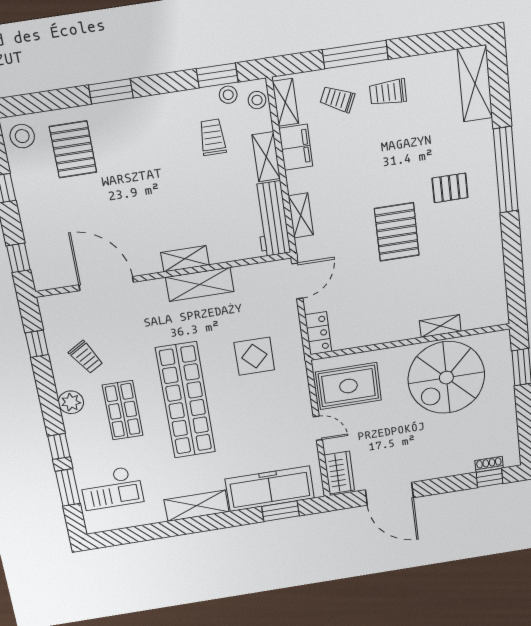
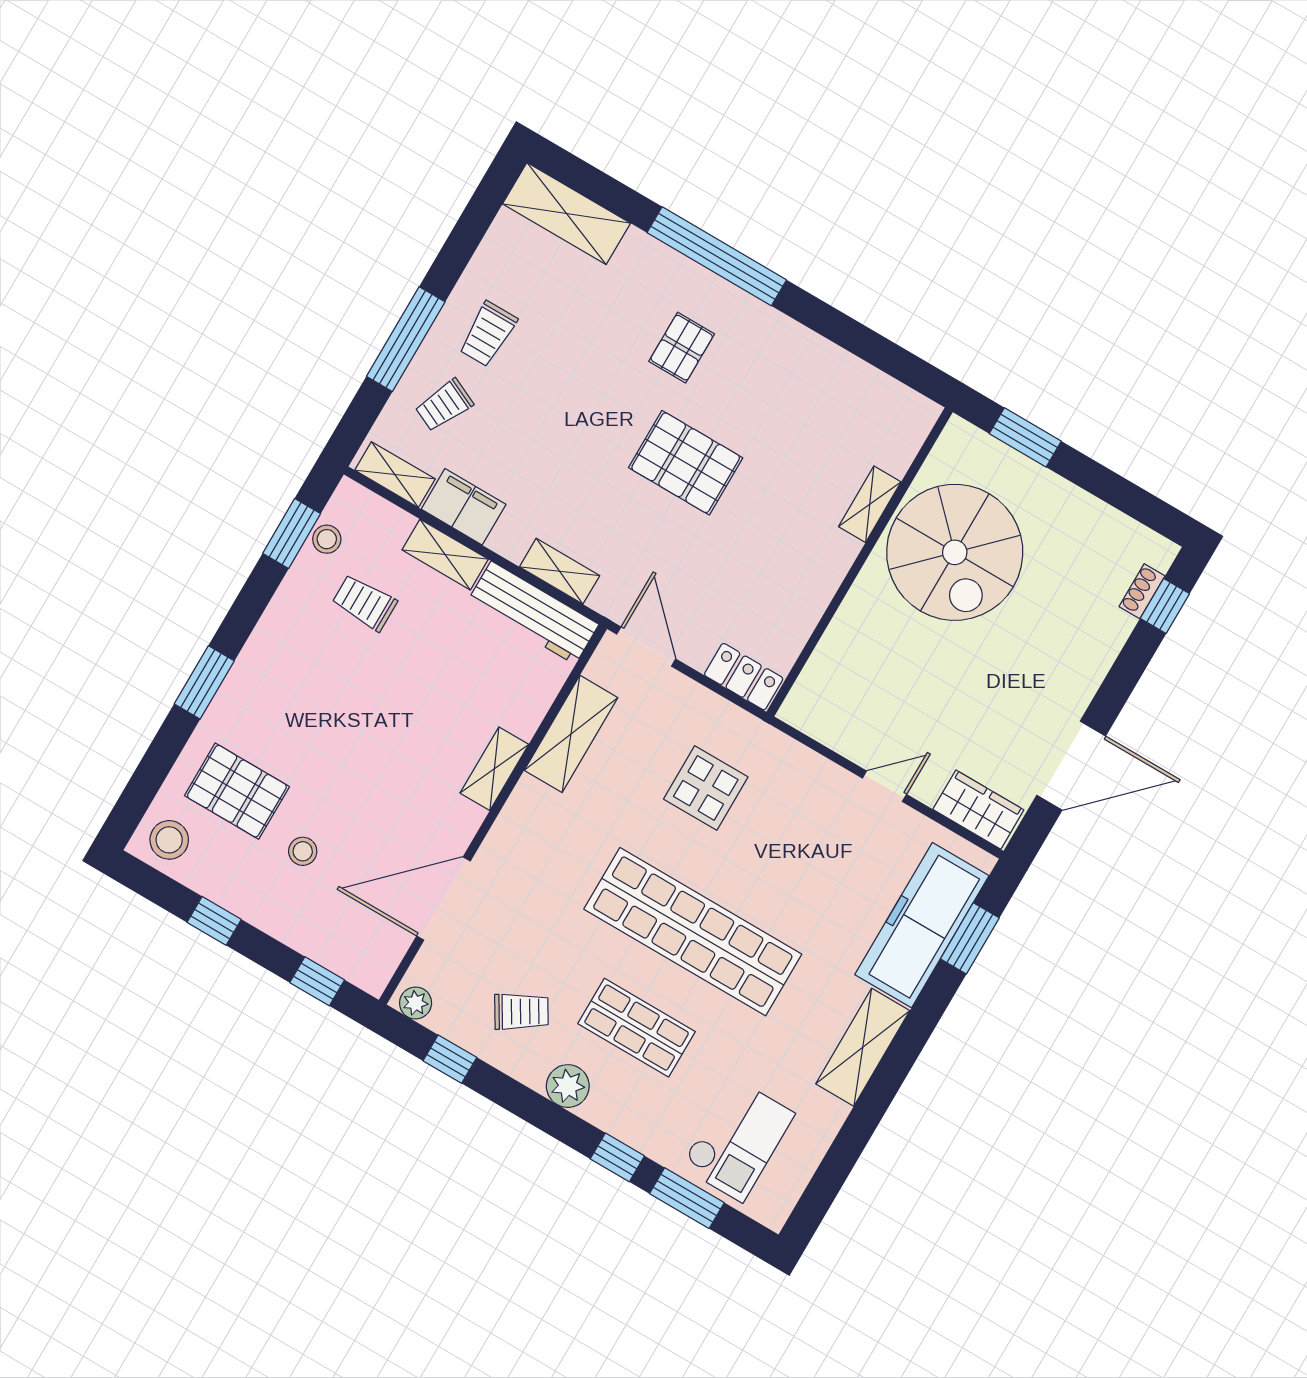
stool: (257, 100) -> (303, 851), moved
shelving: (200, 284) -> (571, 734), moved
plant: (48, 309) -> (416, 1003), added
rug: (348, 386) -> (856, 696), removed

